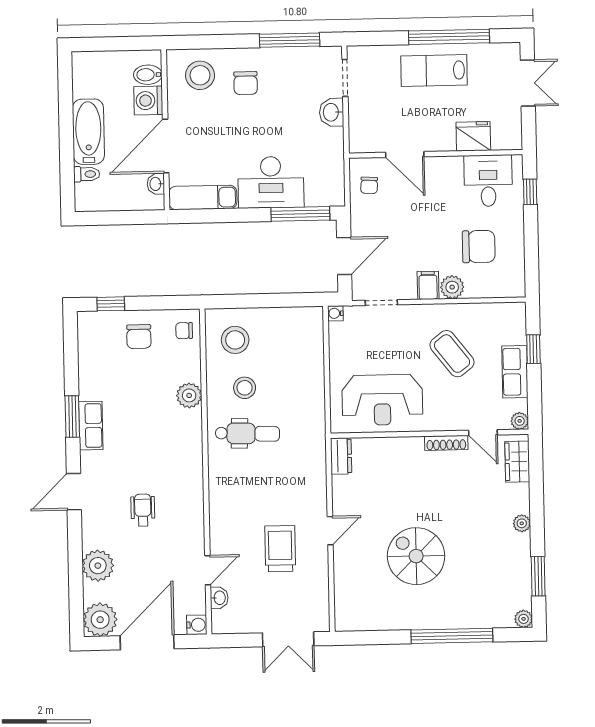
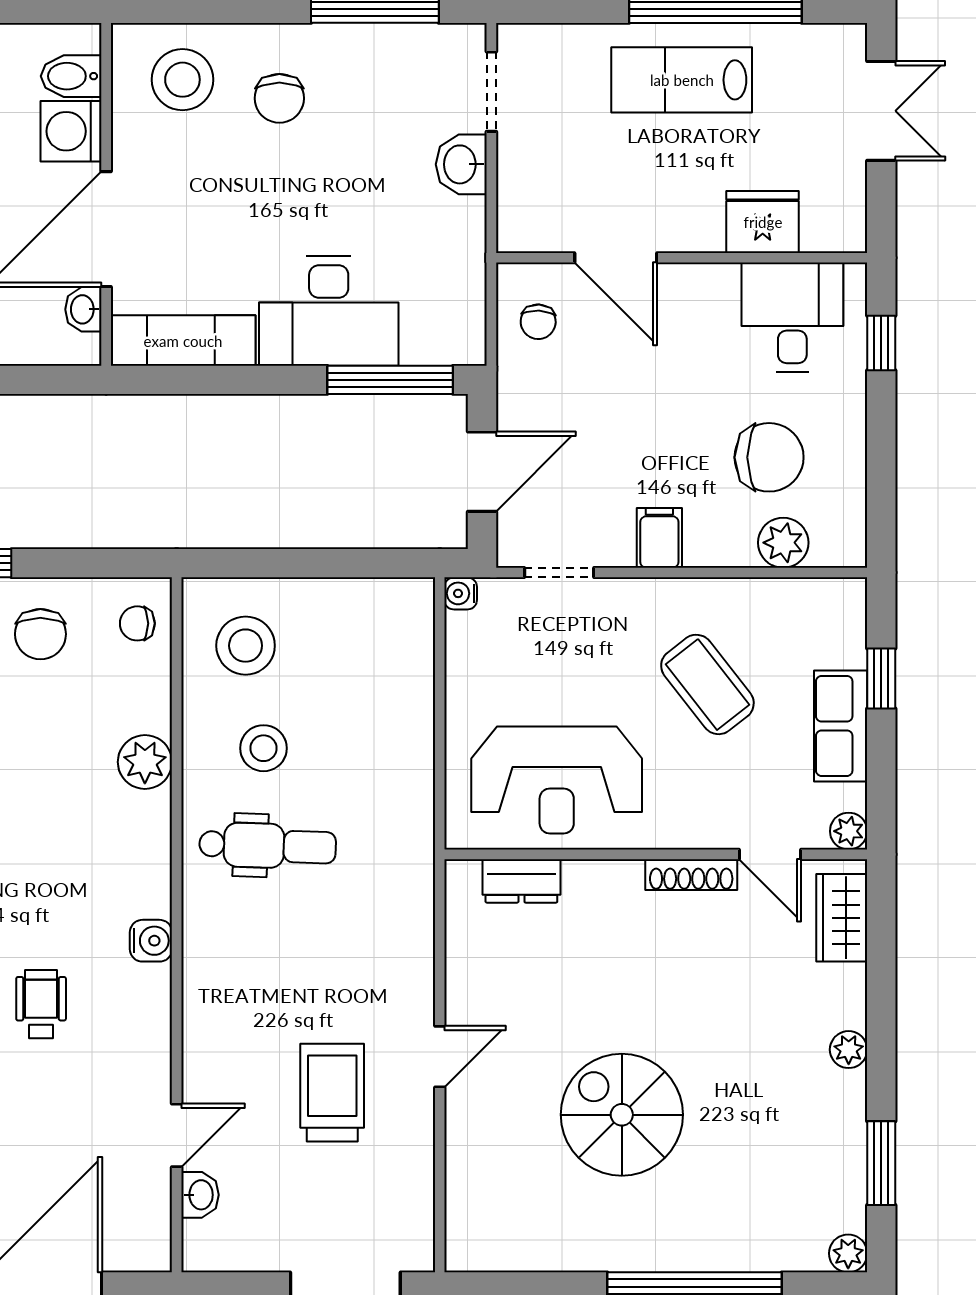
plant: (452, 287) -> (783, 543), moved
dresser: (341, 456) -> (521, 881), moved, turned 90
water cooler: (197, 625) -> (151, 941), moved

